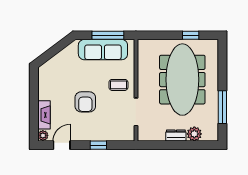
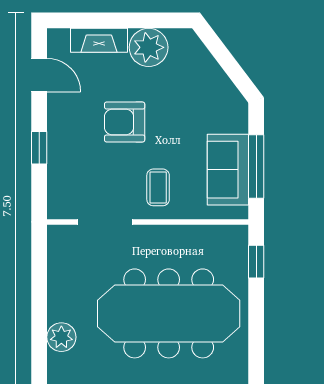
window: (191, 35) -> (256, 262), moved
sofa: (103, 50) -> (228, 170), width x0.73
plant: (43, 135) -> (149, 47), moved, width x1.88, depth x1.88
dresser: (176, 136) -> (58, 301), removed

